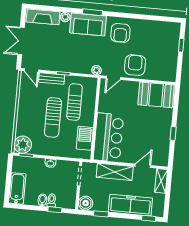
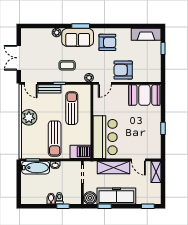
fireplace: (43, 17) -> (146, 34), moved
armchair: (120, 33) -> (107, 42), turned -90
coffee table: (74, 54) -> (67, 65), added
armchair: (135, 65) -> (123, 70), turned -90
sun lounger: (53, 117) -> (55, 139), moved
barbecue: (85, 138) -> (80, 152), moved, turned 90
plant: (23, 145) -> (29, 117), moved
door: (143, 166) -> (138, 160), swing flipped
bathtub: (17, 188) -> (36, 168), moved, turned 90
freezer: (130, 205) -> (116, 196), moved

